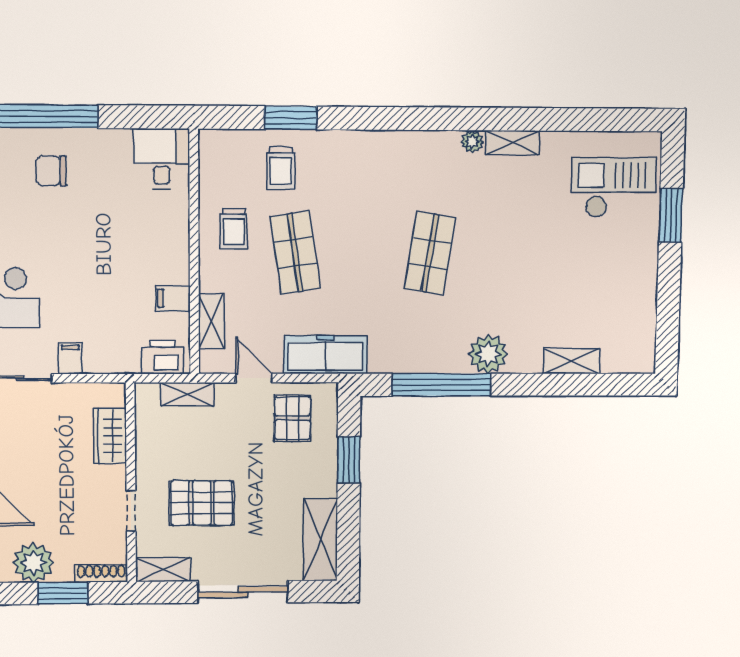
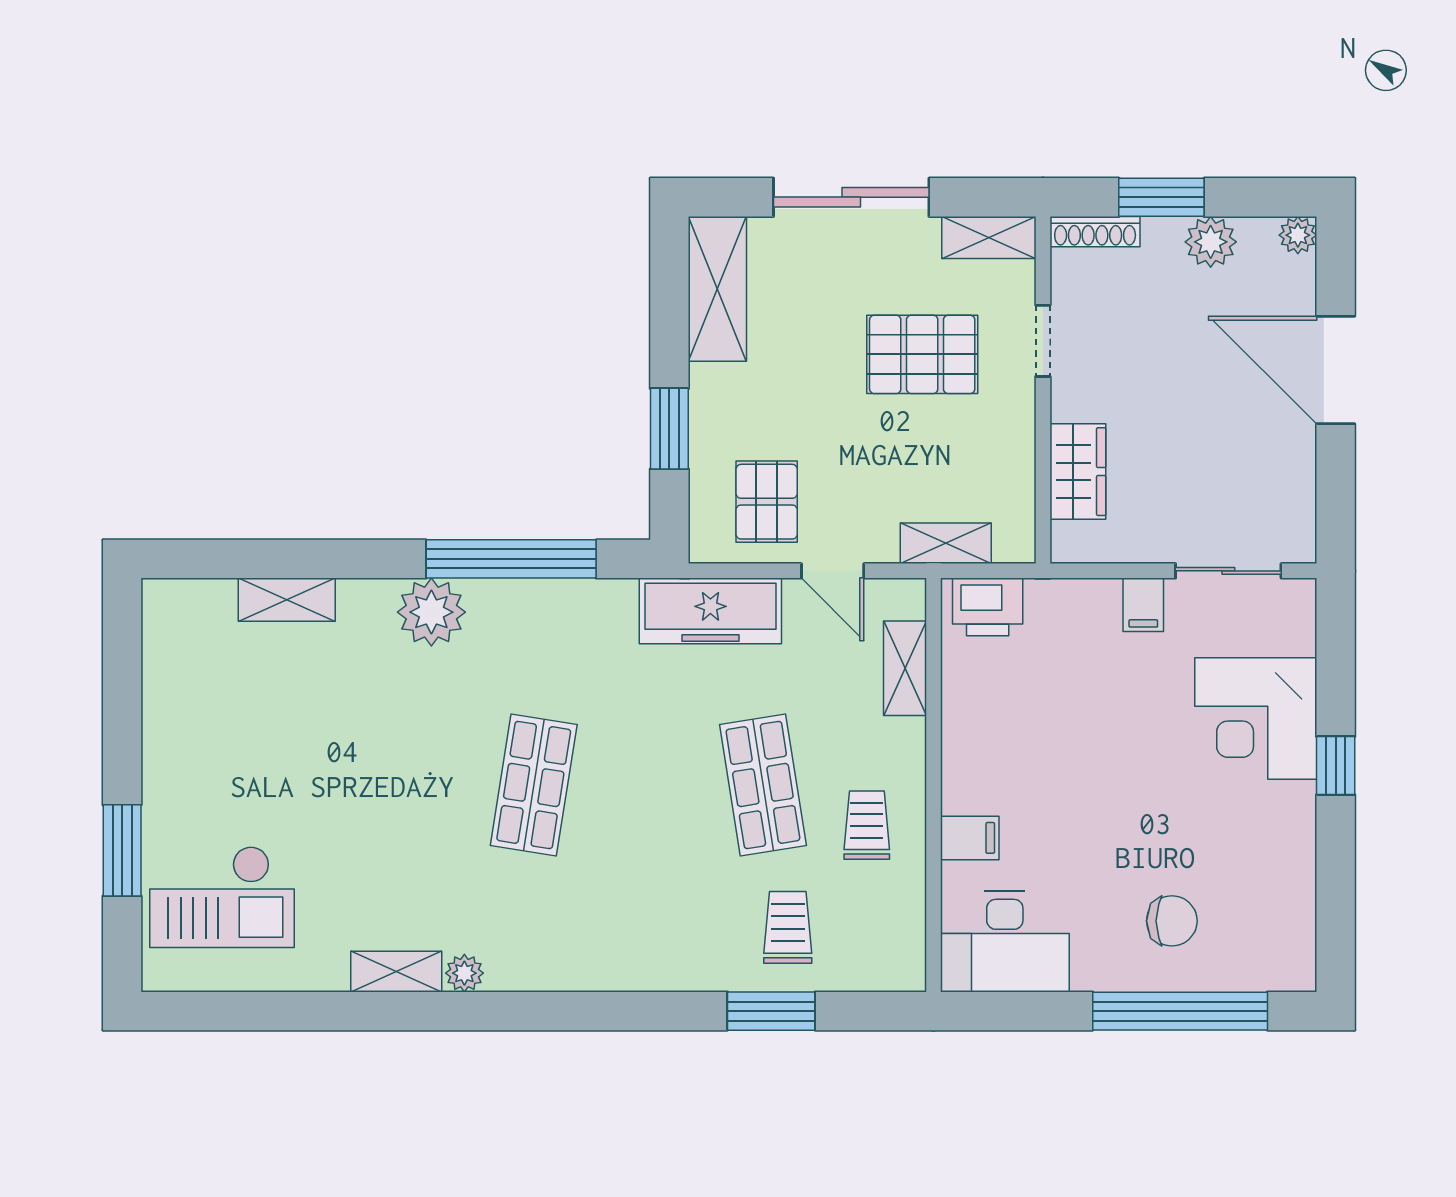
desk: (162, 159) -> (1005, 942), width x1.37
filing cabinet: (173, 298) -> (970, 838), moved
plant: (33, 563) -> (1211, 242), width x0.73, depth x0.73

